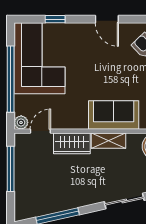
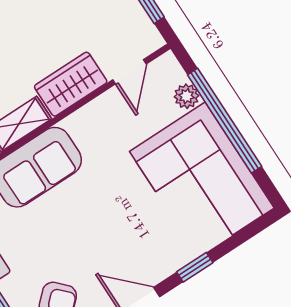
window: (55, 19) -> (195, 267), moved
plant: (21, 122) -> (186, 96), moved

